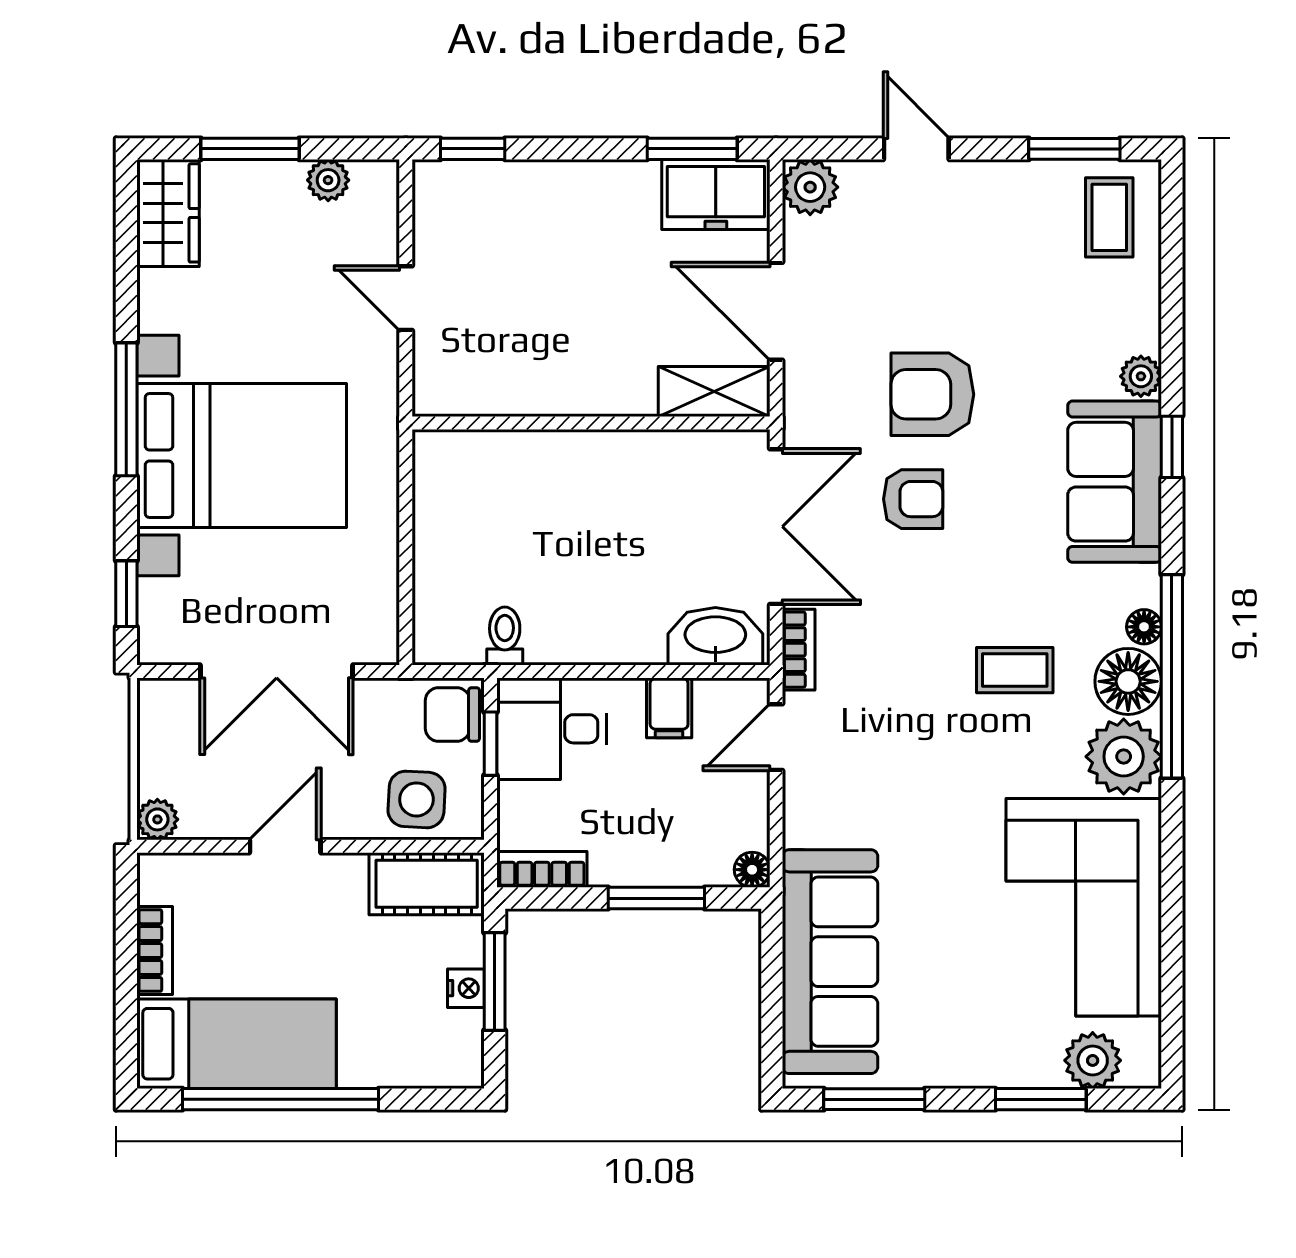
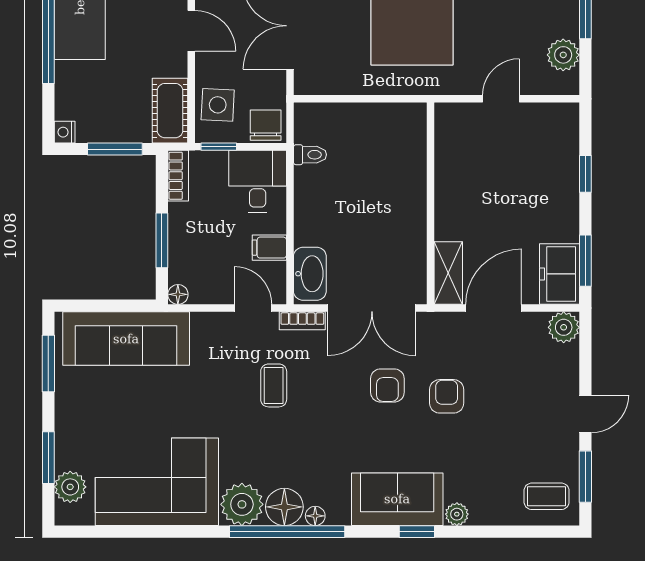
window: (473, 149) -> (585, 174), moved
door: (916, 149) -> (585, 414), moved
plant: (328, 180) -> (563, 55), width x1.38, depth x1.38
armchair: (932, 394) -> (447, 396), width x0.72, depth x0.72
coffee table: (1015, 670) -> (274, 385), moved
window: (490, 744) -> (219, 147), moved
nightstand: (466, 988) -> (65, 132), moved, turned 90

